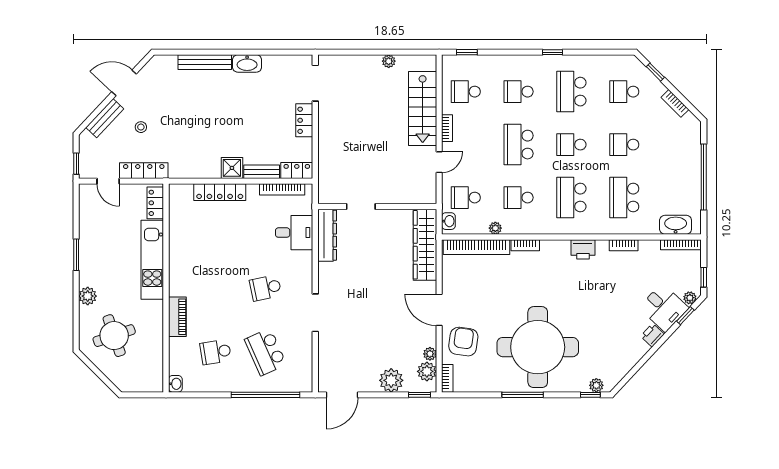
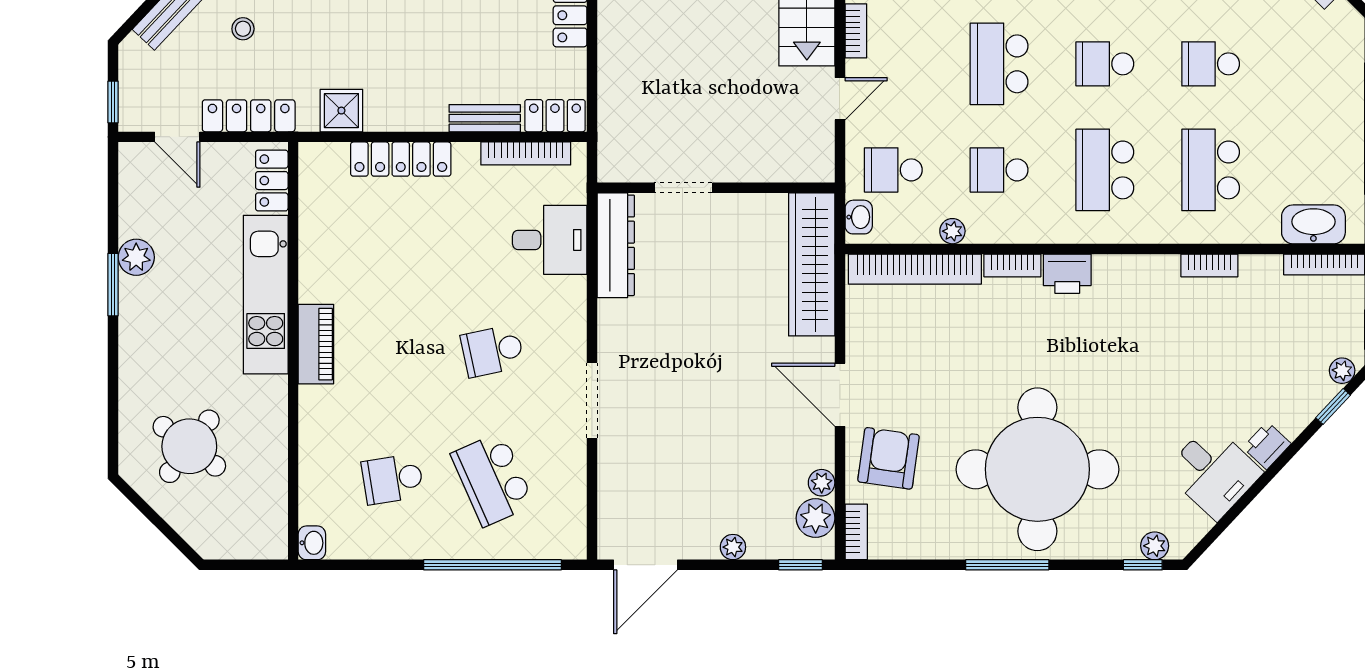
shower: (232, 168) -> (341, 111), moved
printer: (583, 249) -> (1067, 274), moved
plant: (88, 296) -> (136, 257), moved
desk: (664, 308) -> (1213, 472), moved
piano: (177, 317) -> (316, 344), moved
round table: (114, 336) -> (189, 446), turned -34
plant: (391, 380) -> (733, 547), width x0.53, depth x0.53

